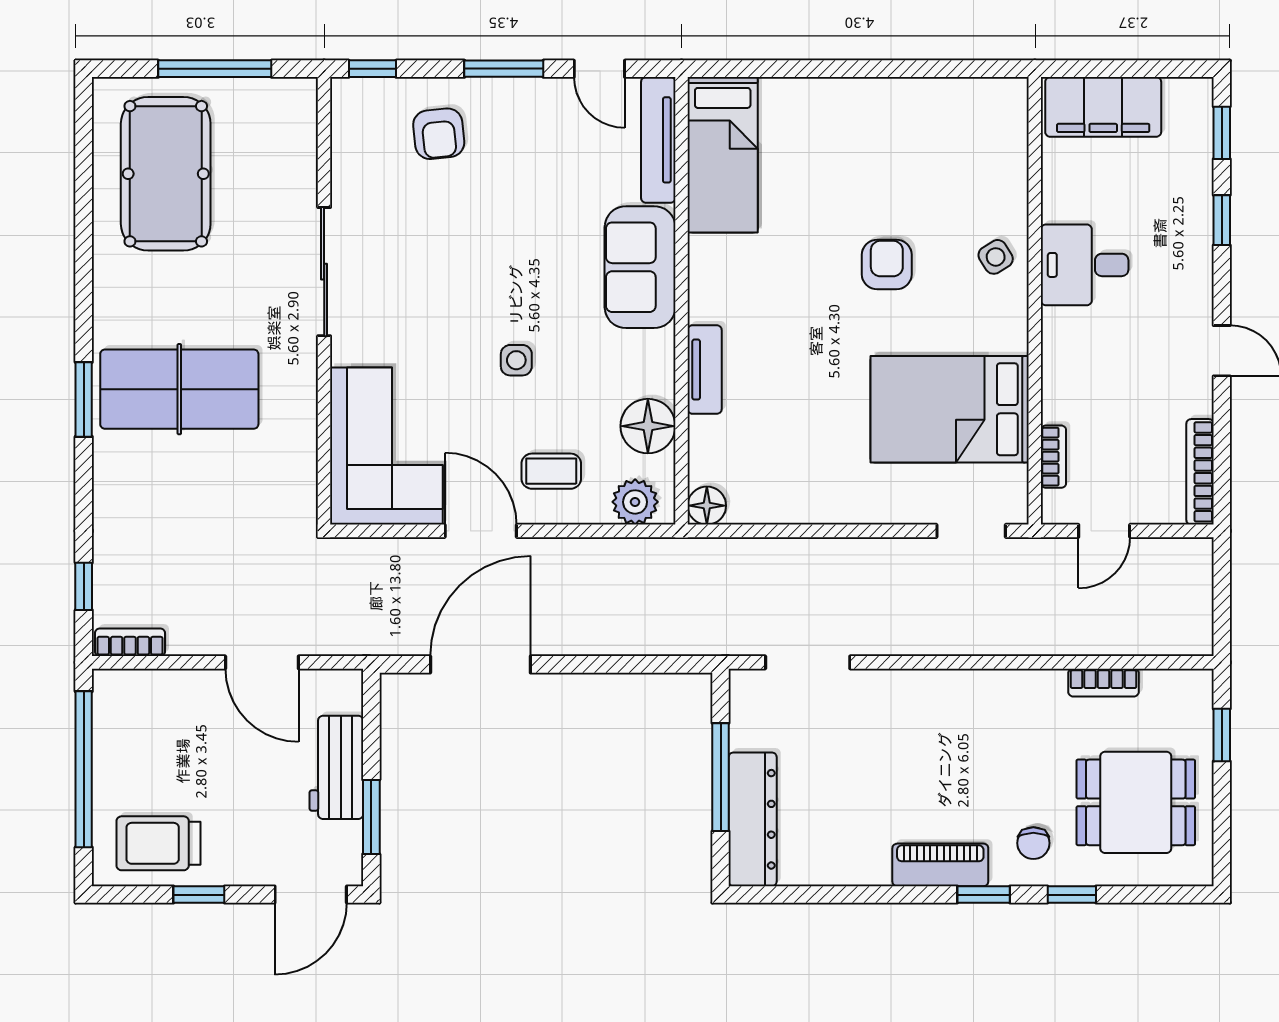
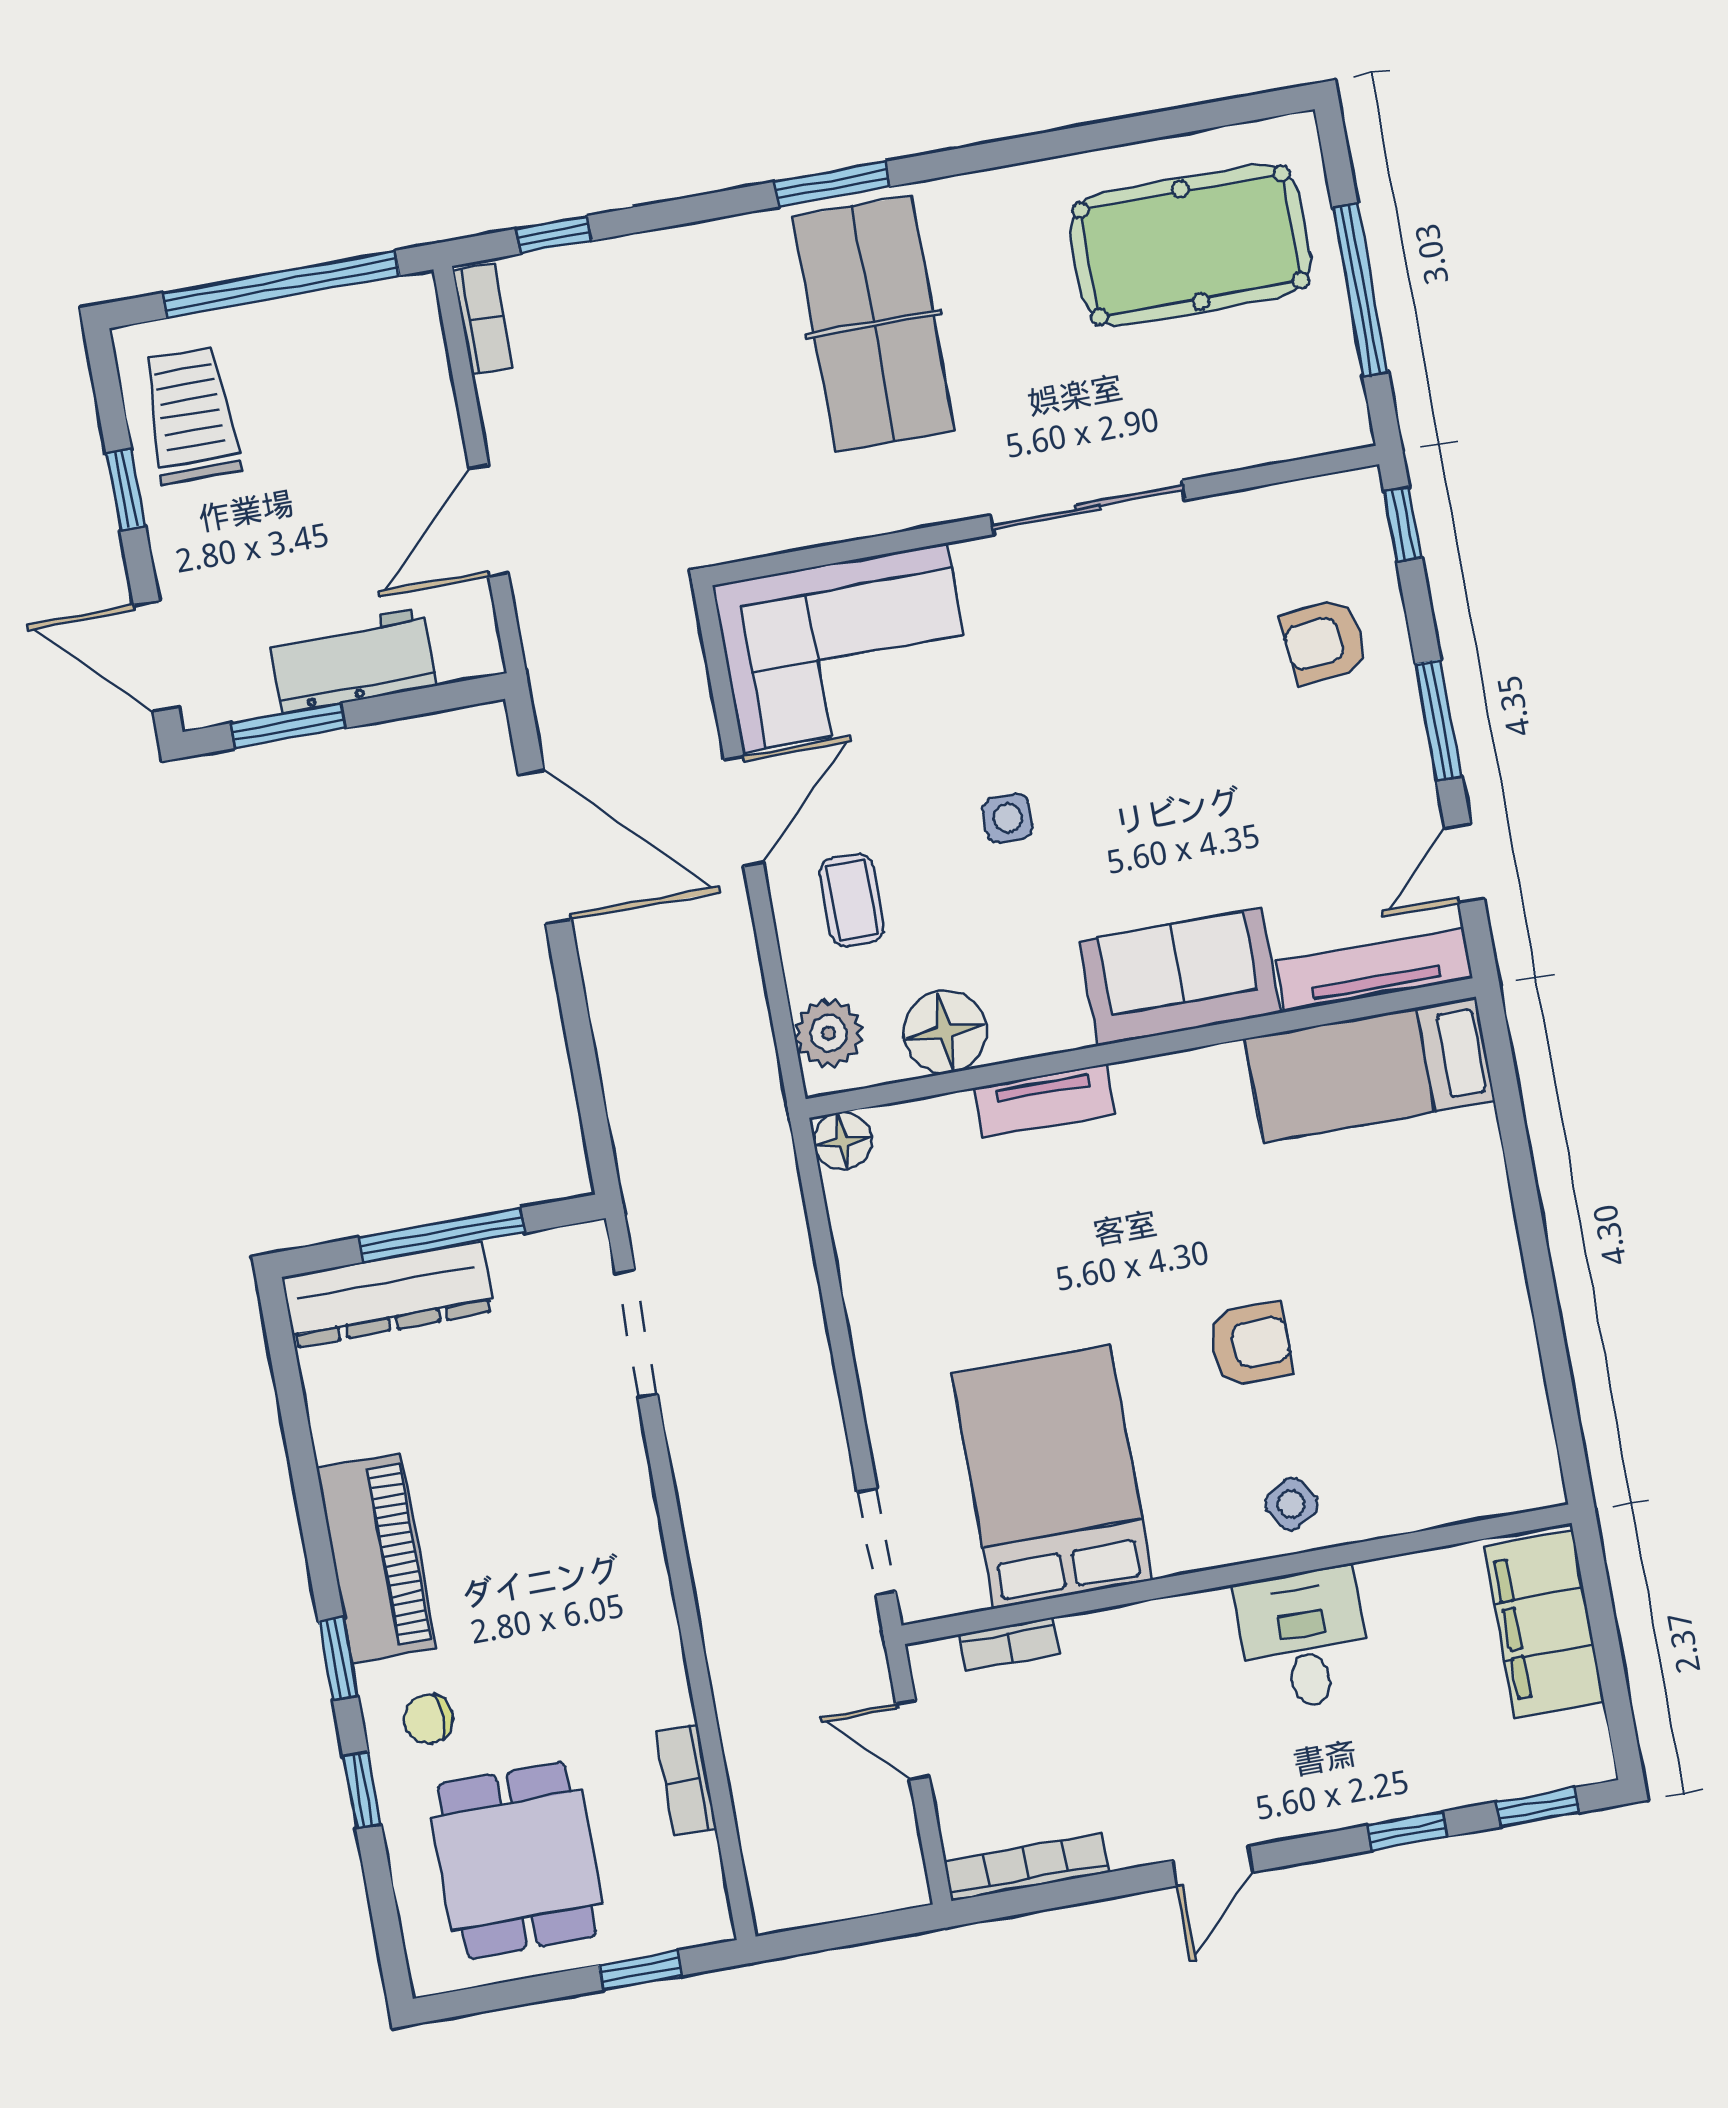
piano: (940, 865) -> (376, 1558), width x1.37, depth x1.33

